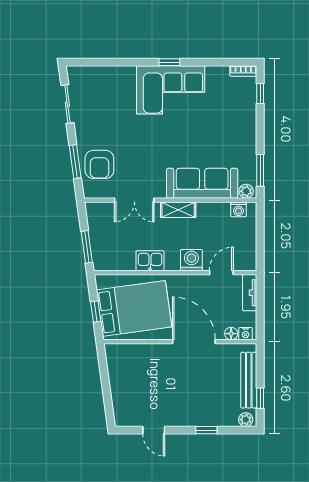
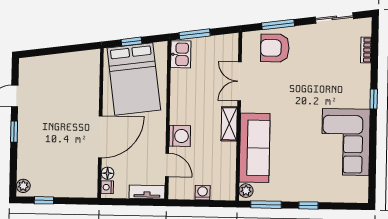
window: (169, 62) -> (374, 99), moved
bookcase: (243, 71) -> (366, 50), moved
corner sofa: (171, 90) -> (346, 142), moved
window: (260, 94) -> (308, 205), moved
washing machine: (239, 209) -> (203, 193), moved, turned 90
kitchen sink: (150, 261) -> (181, 54), moved
bench: (249, 380) -> (62, 190), removed
window: (206, 430) -> (14, 132), moved

